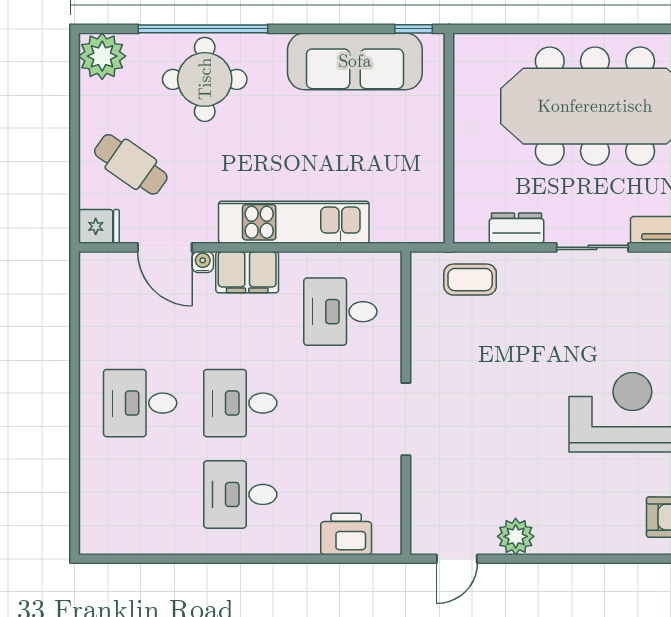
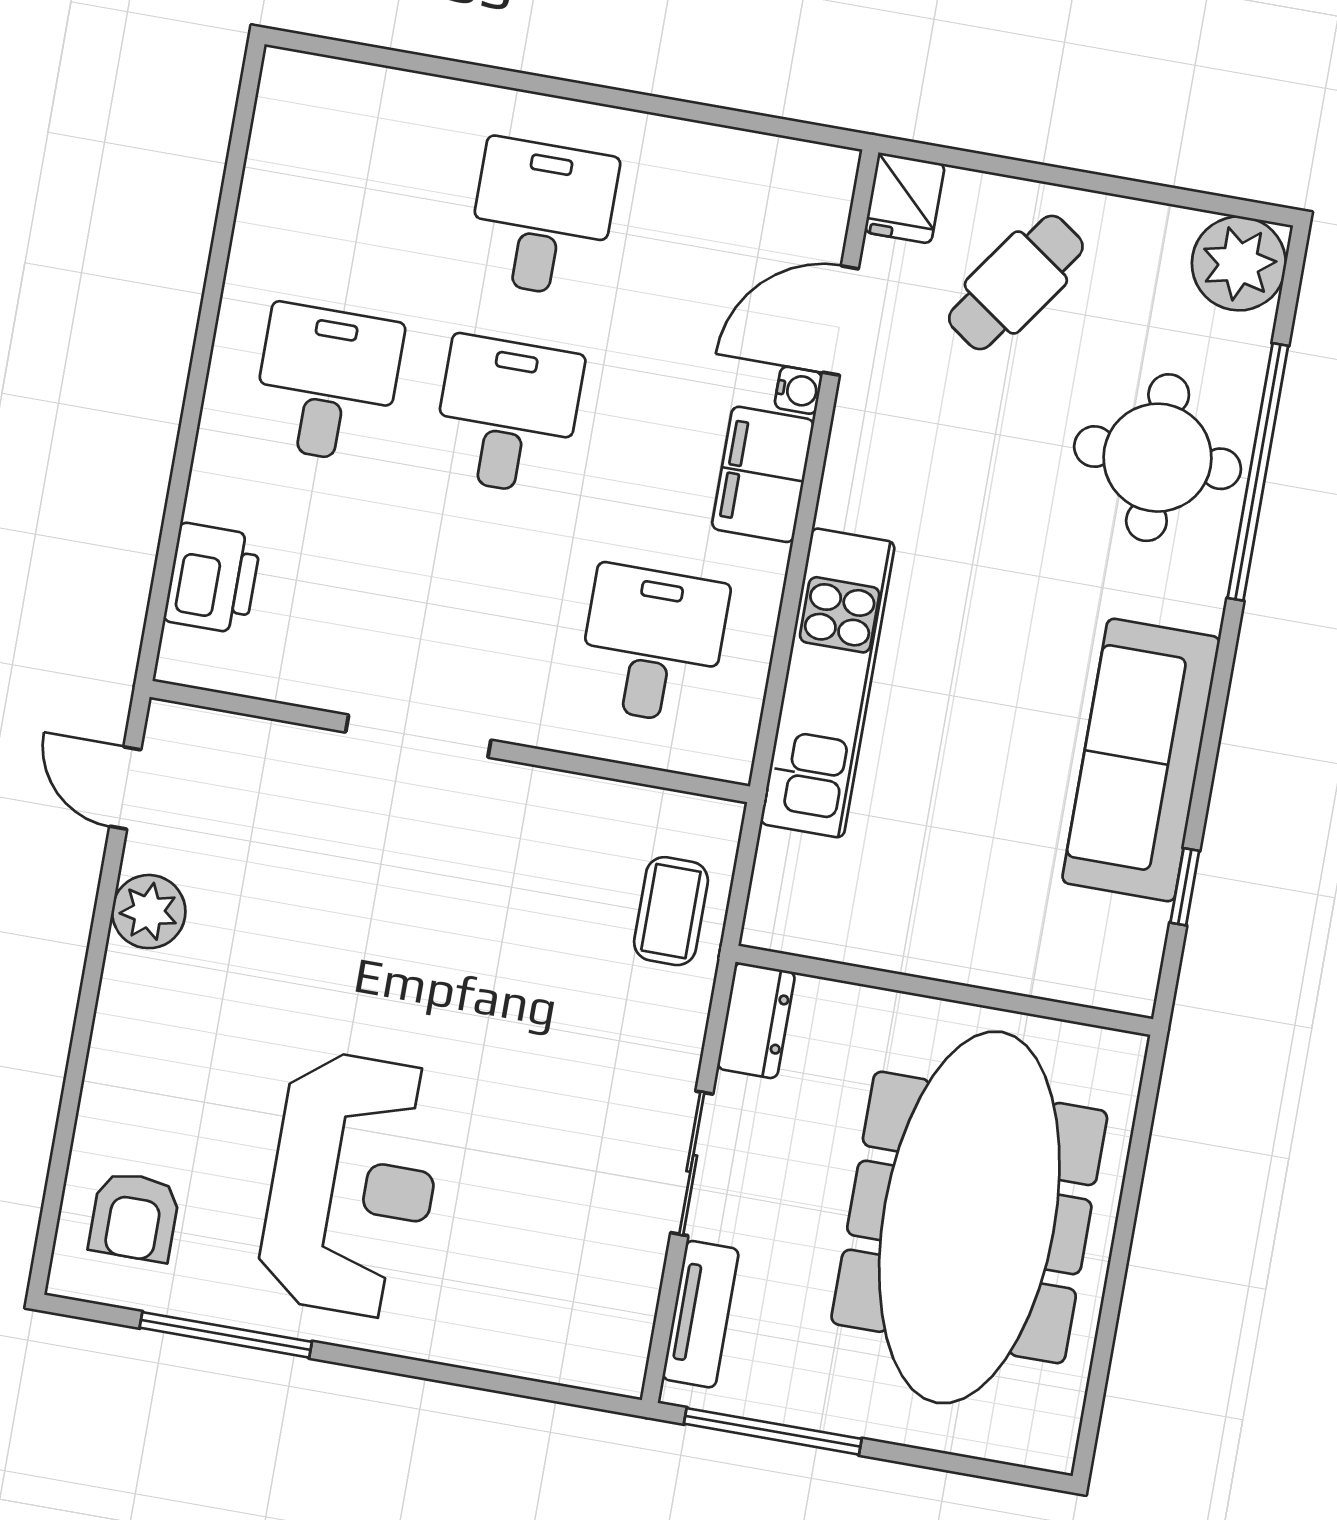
wall: (449, 138) -> (944, 990), moved
kitchen unit: (294, 222) -> (828, 683), moved

